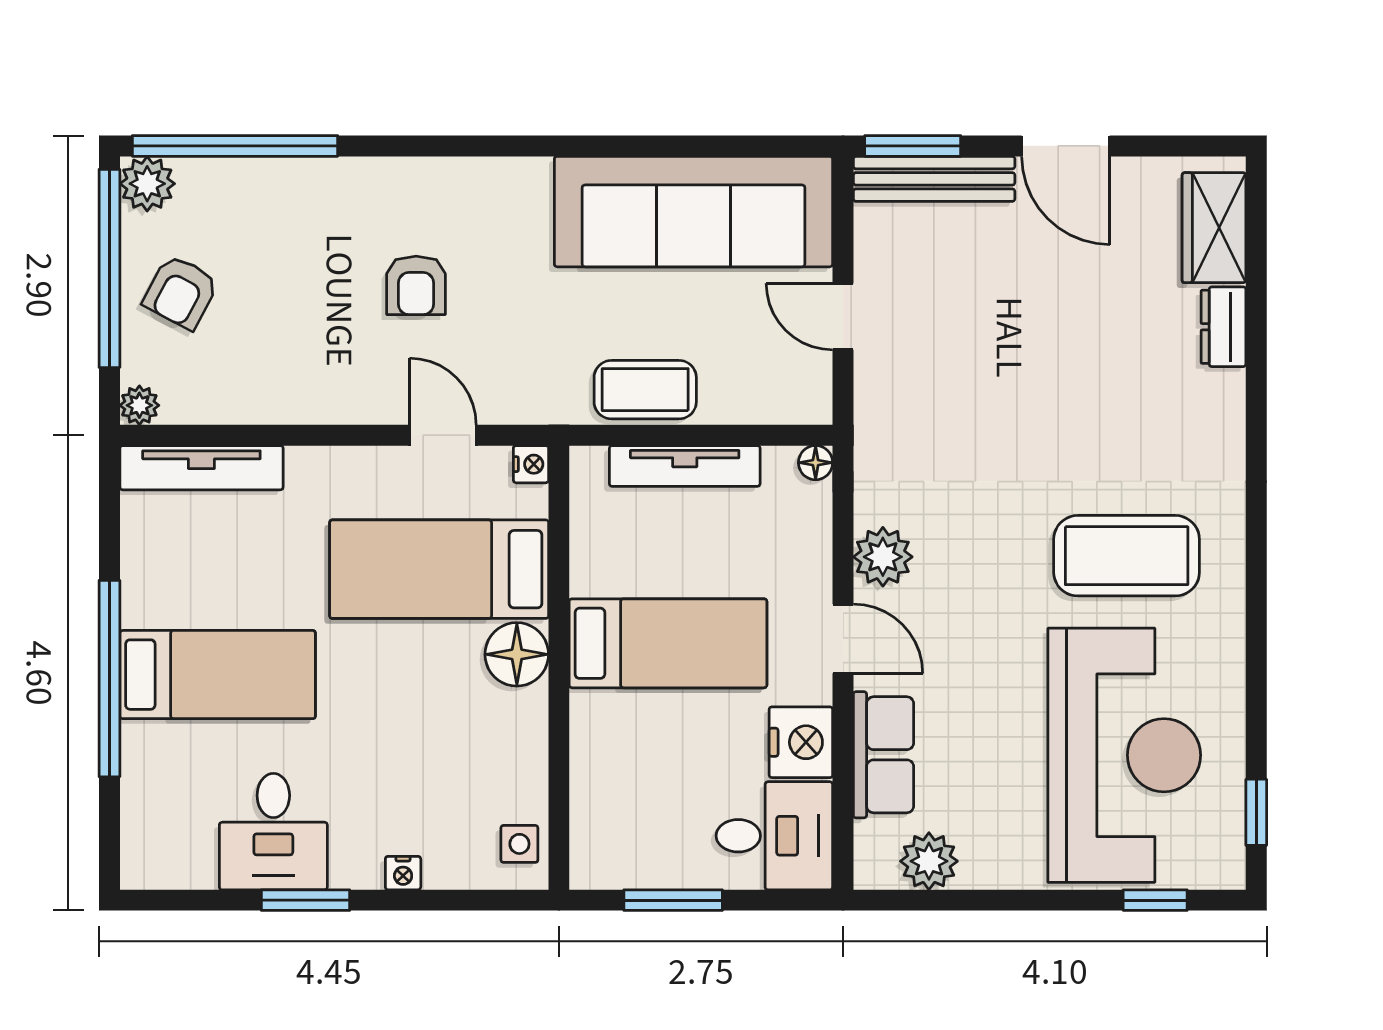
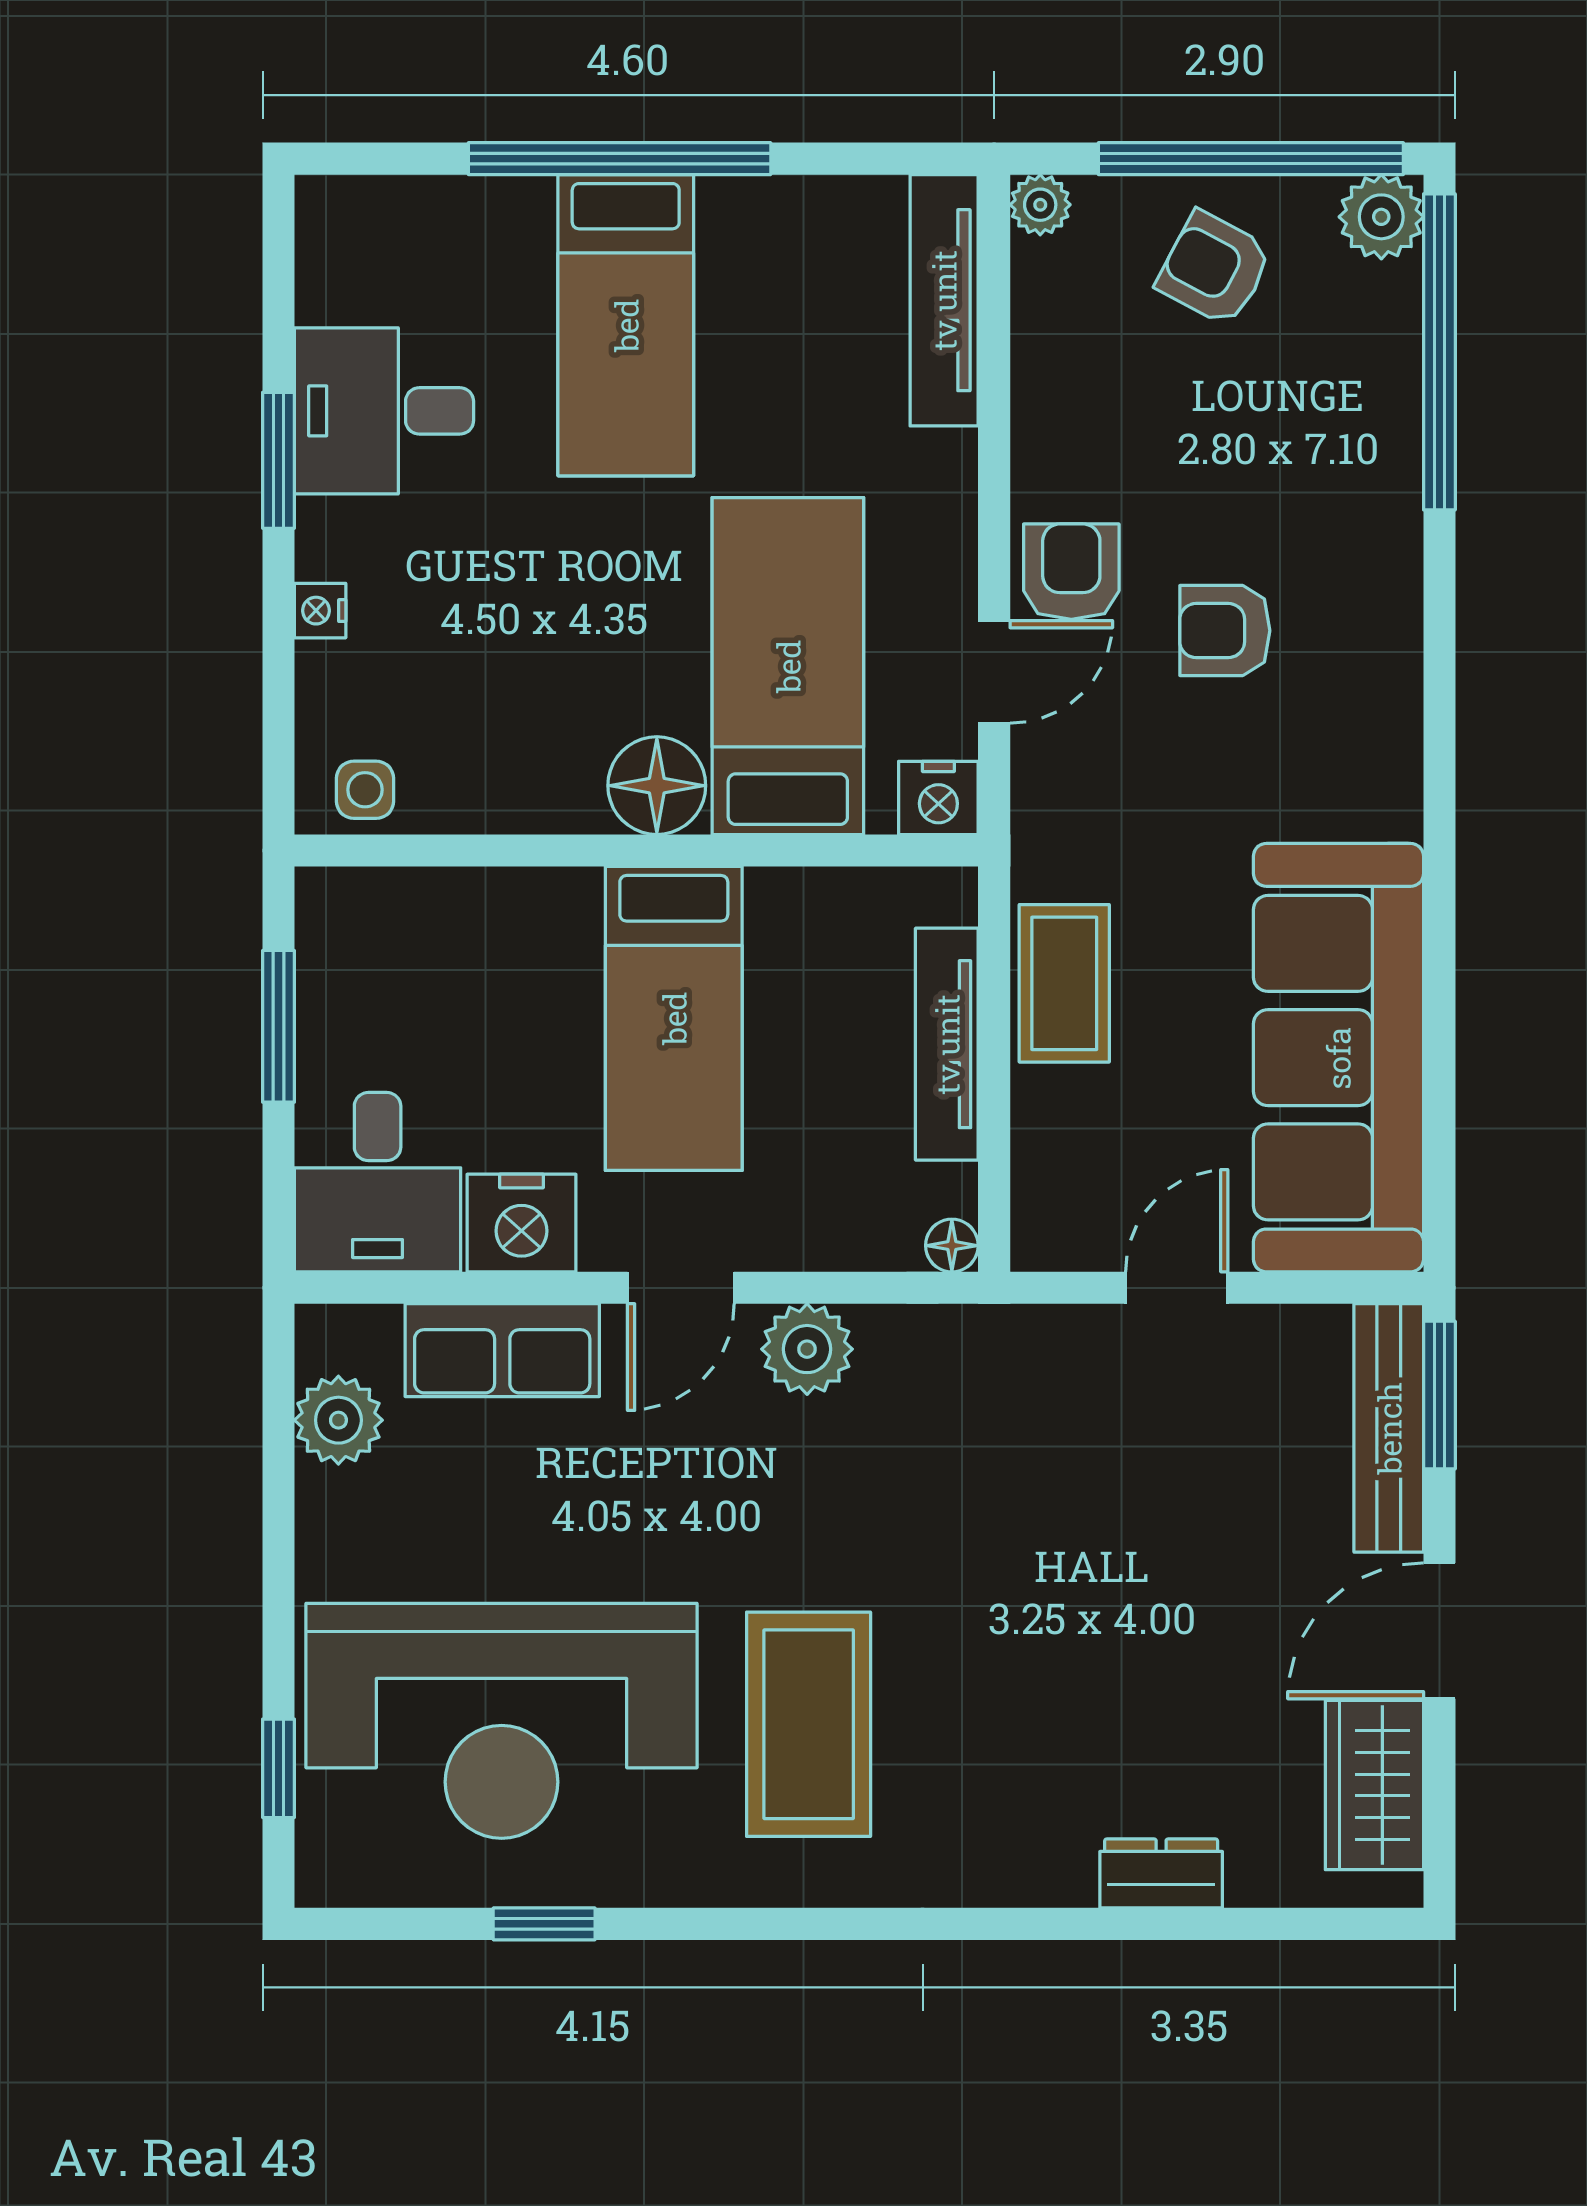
wardrobe: (1214, 228) -> (1374, 1785), moved, turned -90
armchair: (378, 385) -> (1071, 572), added
nightstand: (531, 464) -> (938, 798), width x1.39, depth x1.35
window: (1256, 812) -> (544, 1924), moved

